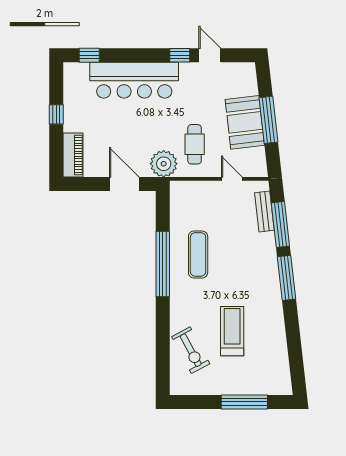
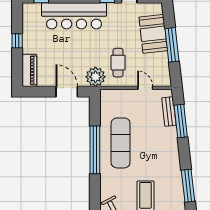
booth: (245, 122) -> (153, 34), moved
exercise mat: (198, 254) -> (121, 143), width x1.36, depth x1.45
window: (286, 278) -> (188, 186), moved

